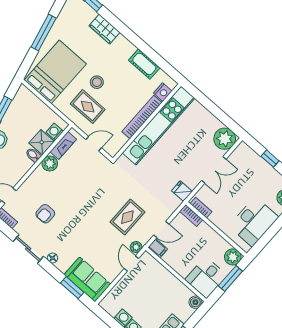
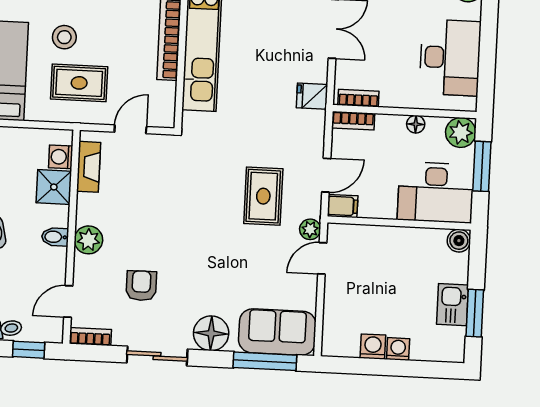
bidet: (33, 155) -> (55, 237), moved
plant: (50, 164) -> (88, 240), moved
armchair: (45, 214) -> (141, 286), turned 180
floor lamp: (216, 238) -> (416, 124), added
floor lamp: (52, 258) -> (211, 333), width x1.89, depth x1.89
door: (131, 263) -> (322, 258), hinge flipped
desk: (206, 278) -> (436, 192), width x1.37
window: (72, 288) -> (265, 361), width x1.44

